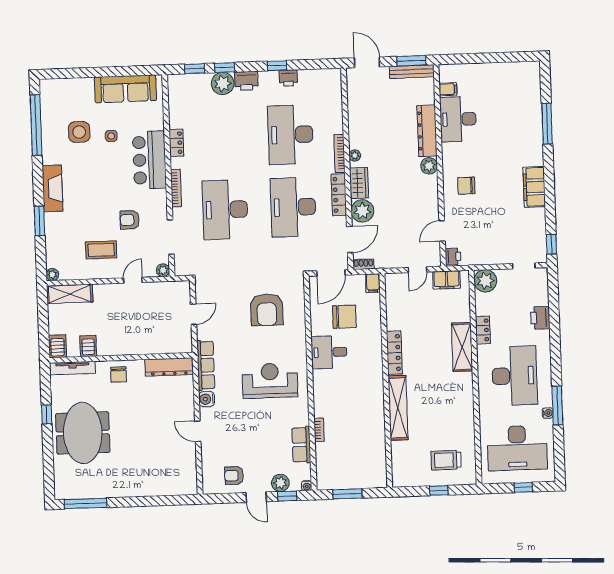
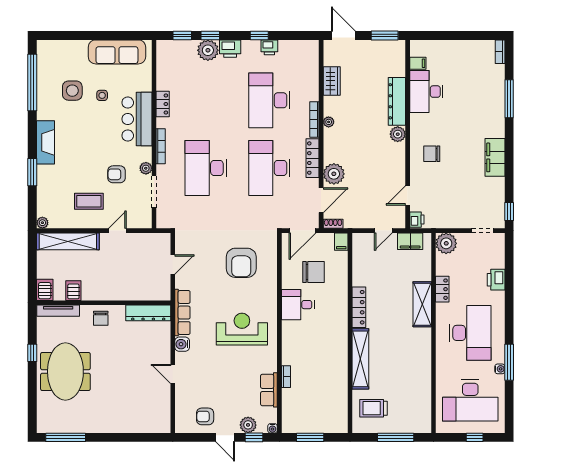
bench: (412, 72) -> (385, 46), removed
bookcase: (535, 74) -> (500, 52), added
wardrobe: (359, 183) -> (332, 81), moved
plant: (163, 270) -> (146, 168), moved
shelving: (70, 294) -> (68, 241), width x1.47
trolley: (446, 460) -> (374, 408), moved
window: (439, 491) -> (396, 437), width x2.17

